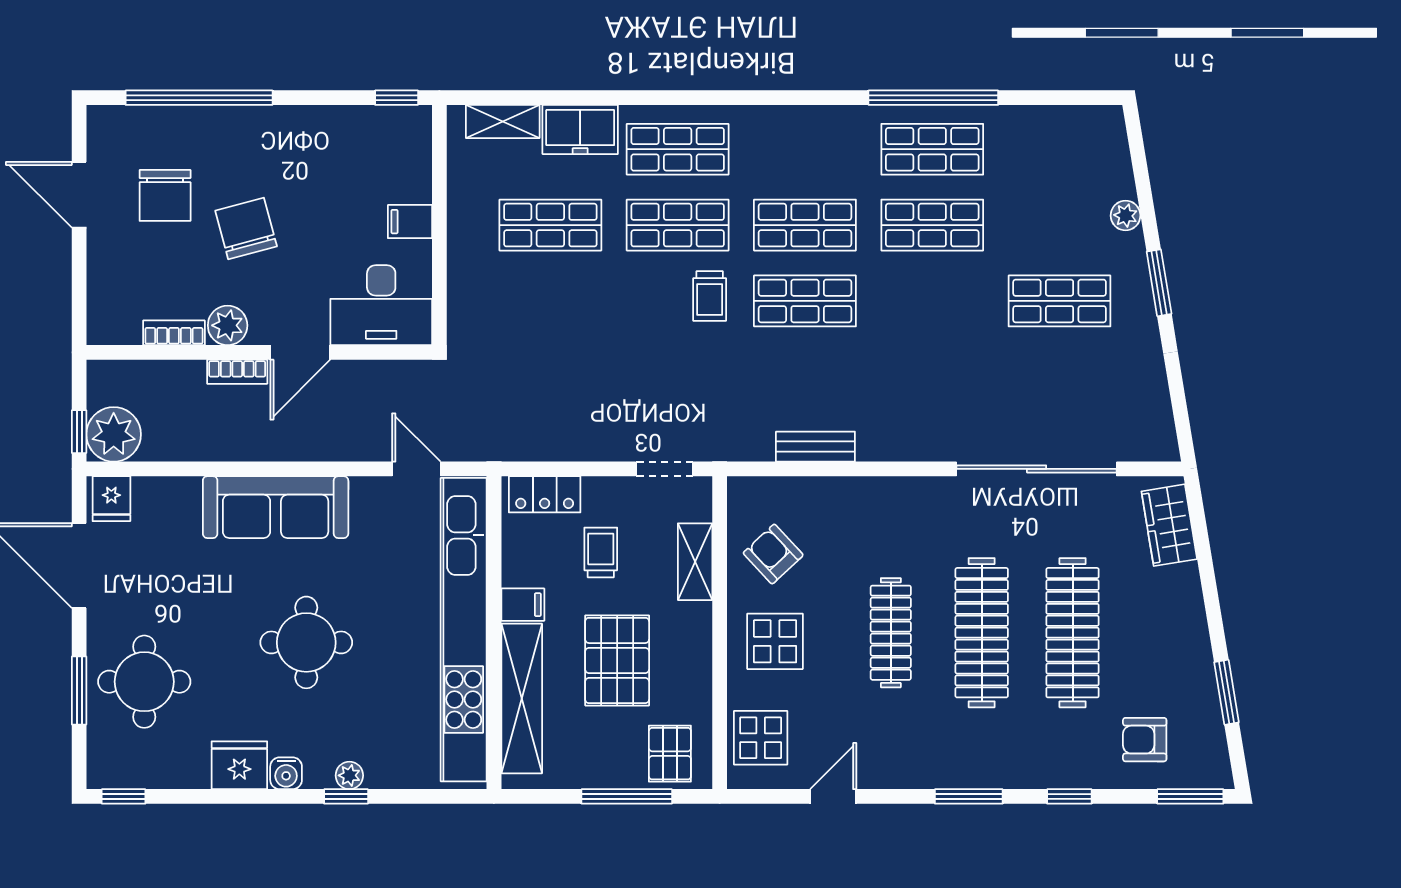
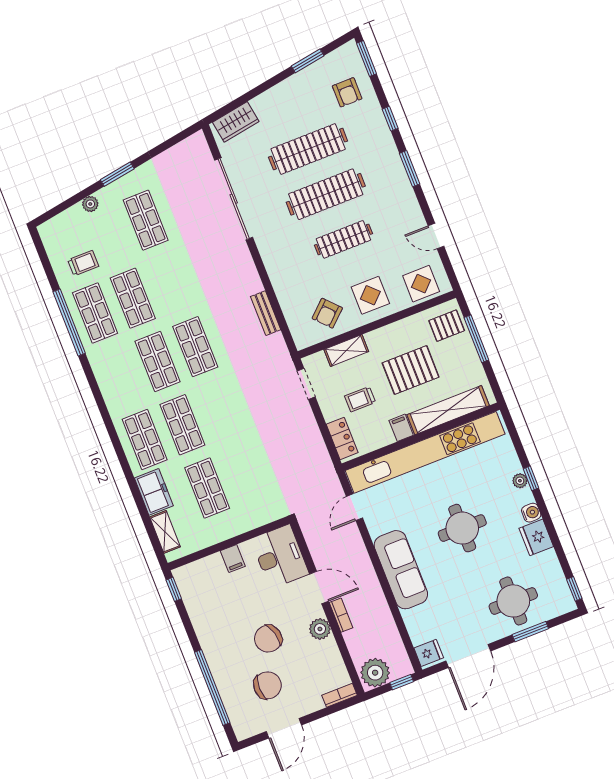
trolley: (710, 296) -> (83, 263), moved
bookcase: (174, 333) -> (339, 695), moved, turned 90
plant: (114, 434) -> (375, 673), moved

